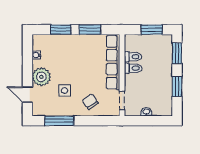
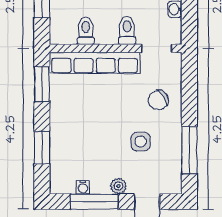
window: (90, 30) -> (42, 84), moved
window: (27, 62) -> (94, 202), added
toilet: (133, 68) -> (127, 30), moved
plant: (41, 77) -> (118, 186), width x0.53, depth x0.53

